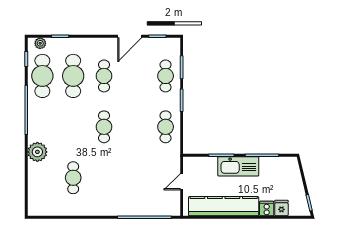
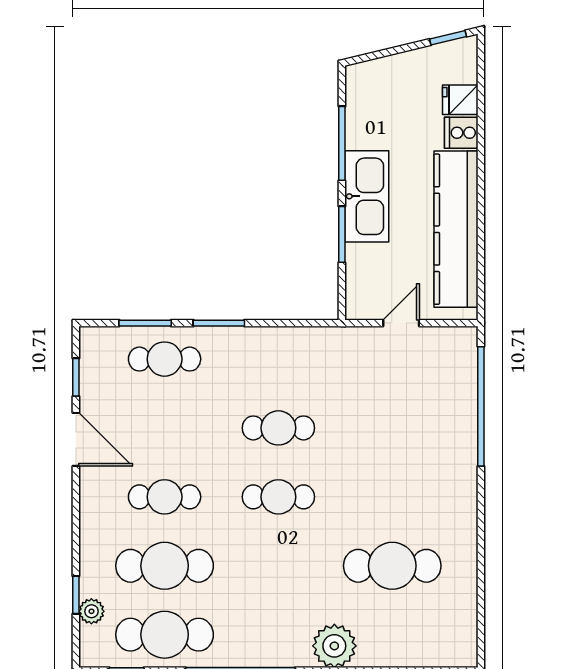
plant: (40, 43) -> (91, 611), moved
cafe table: (166, 127) -> (278, 428), moved
cafe table: (73, 178) -> (392, 566), width x1.37, depth x1.35
door: (182, 182) -> (401, 323), swing flipped

